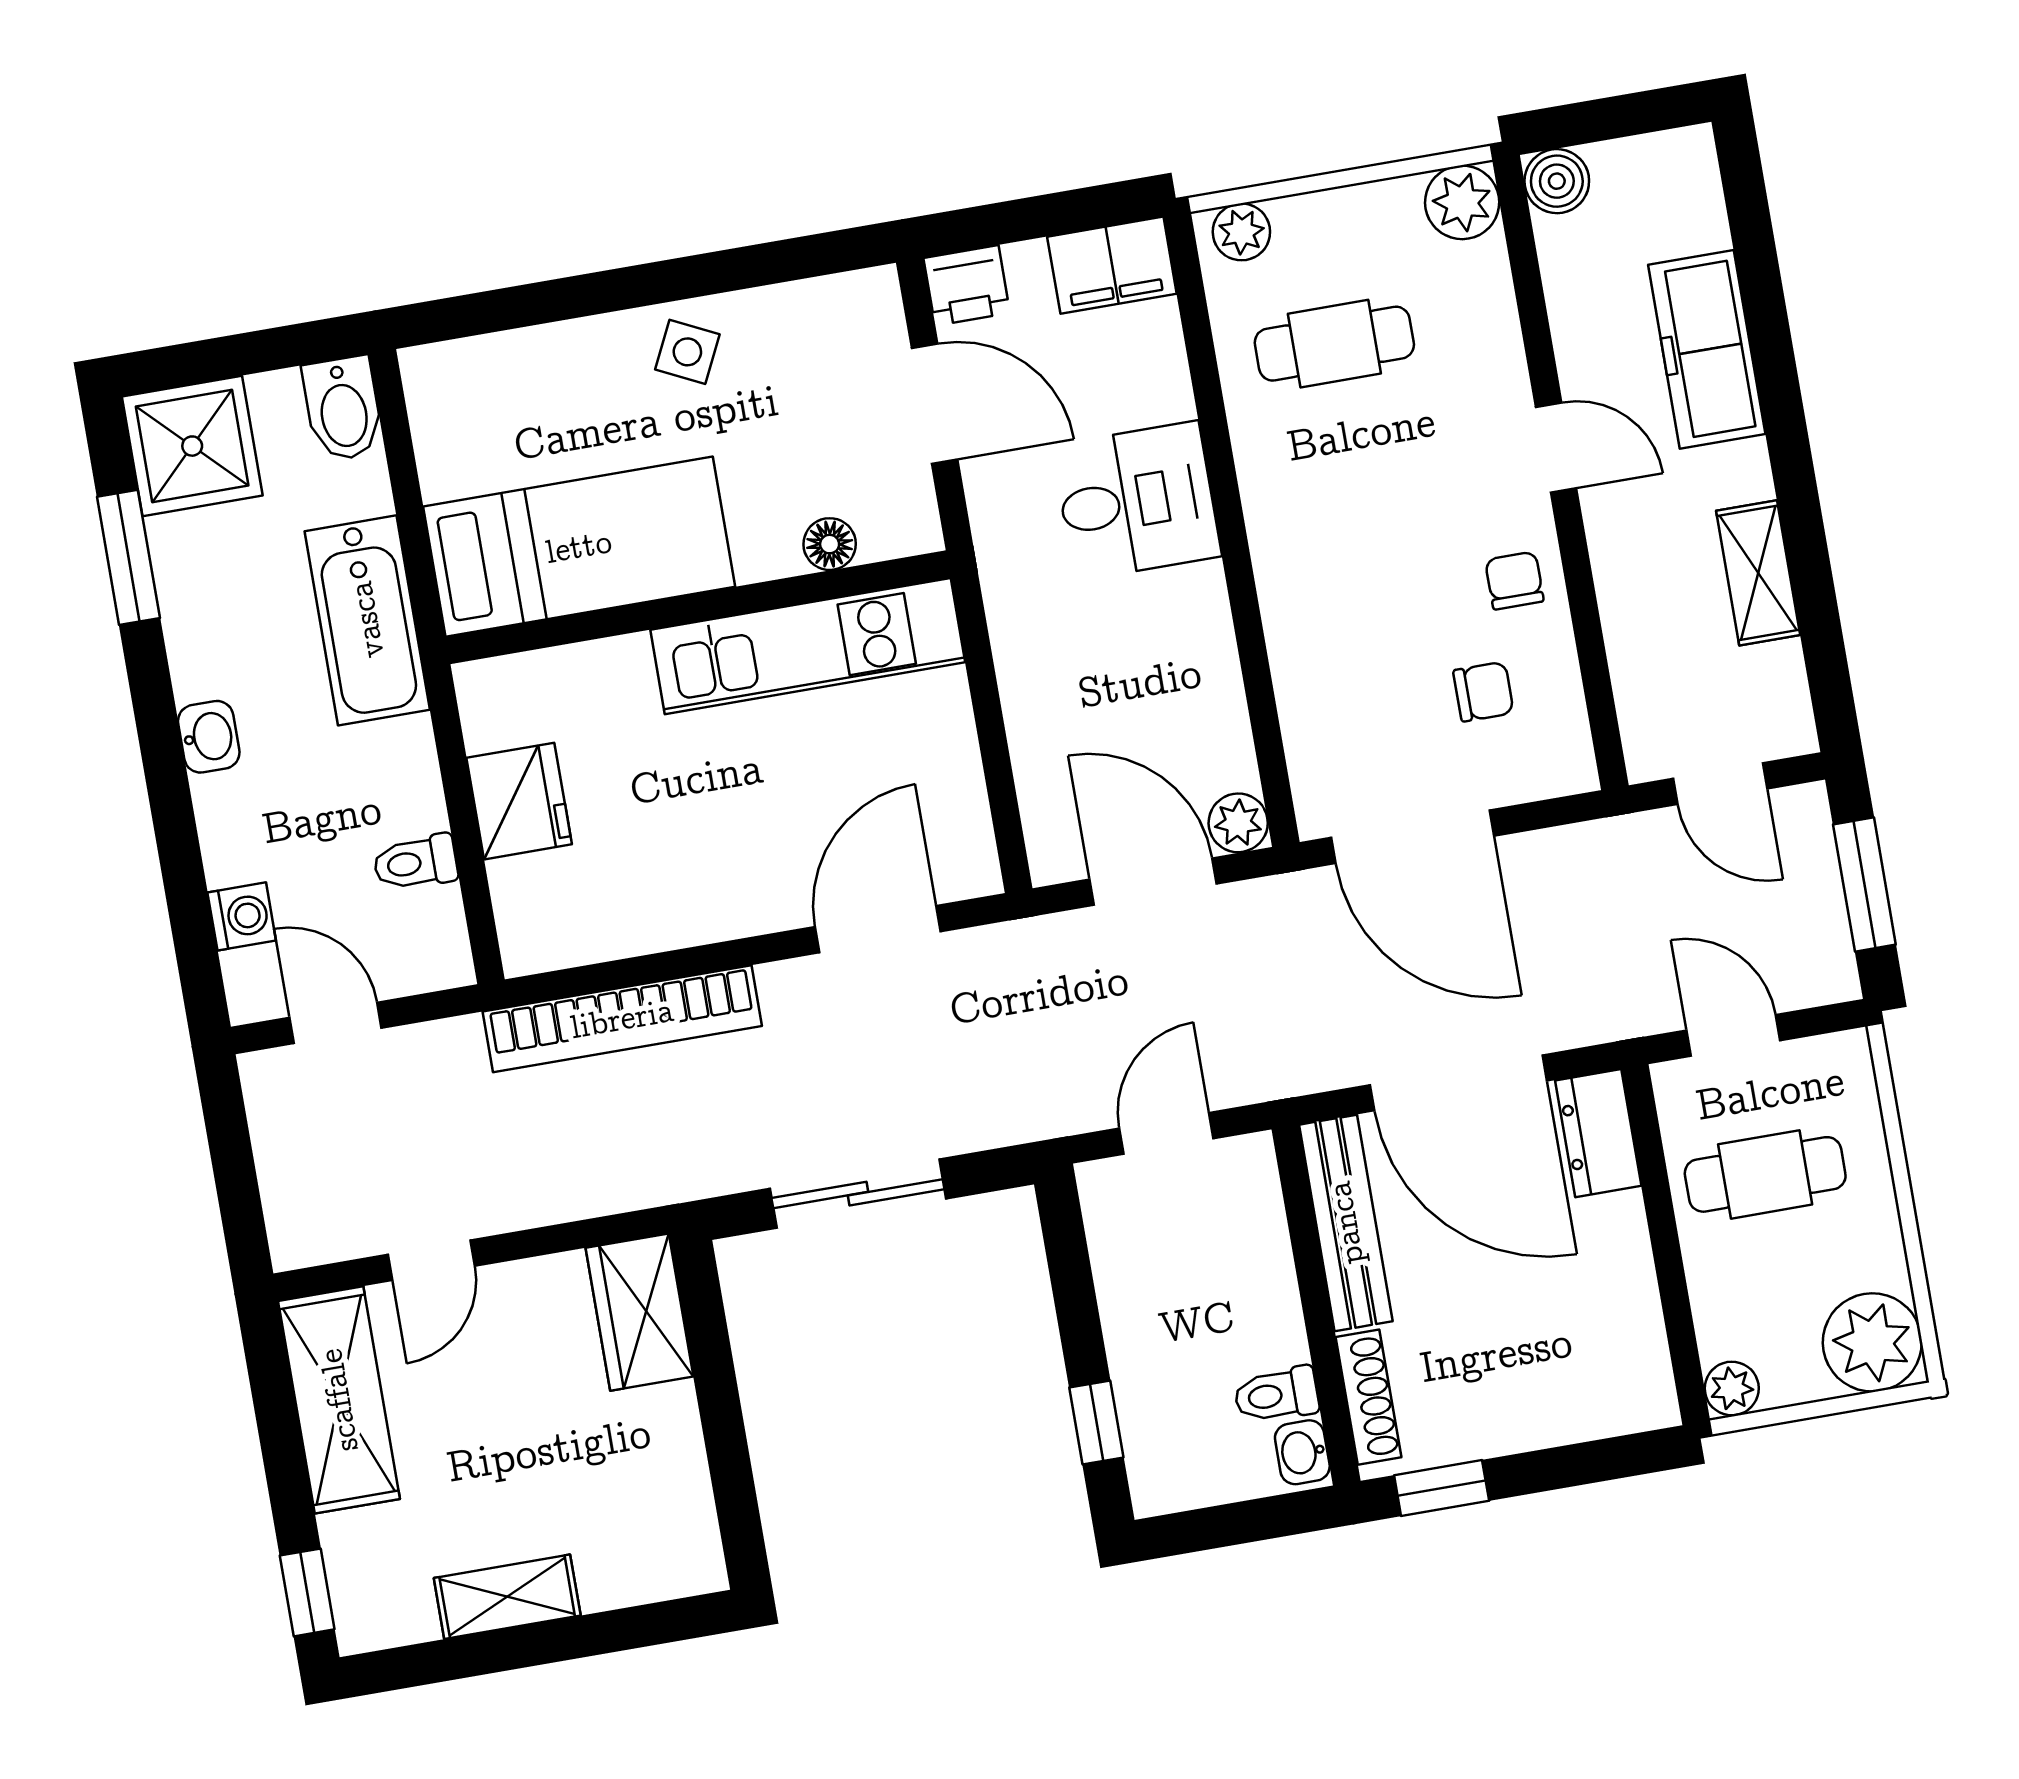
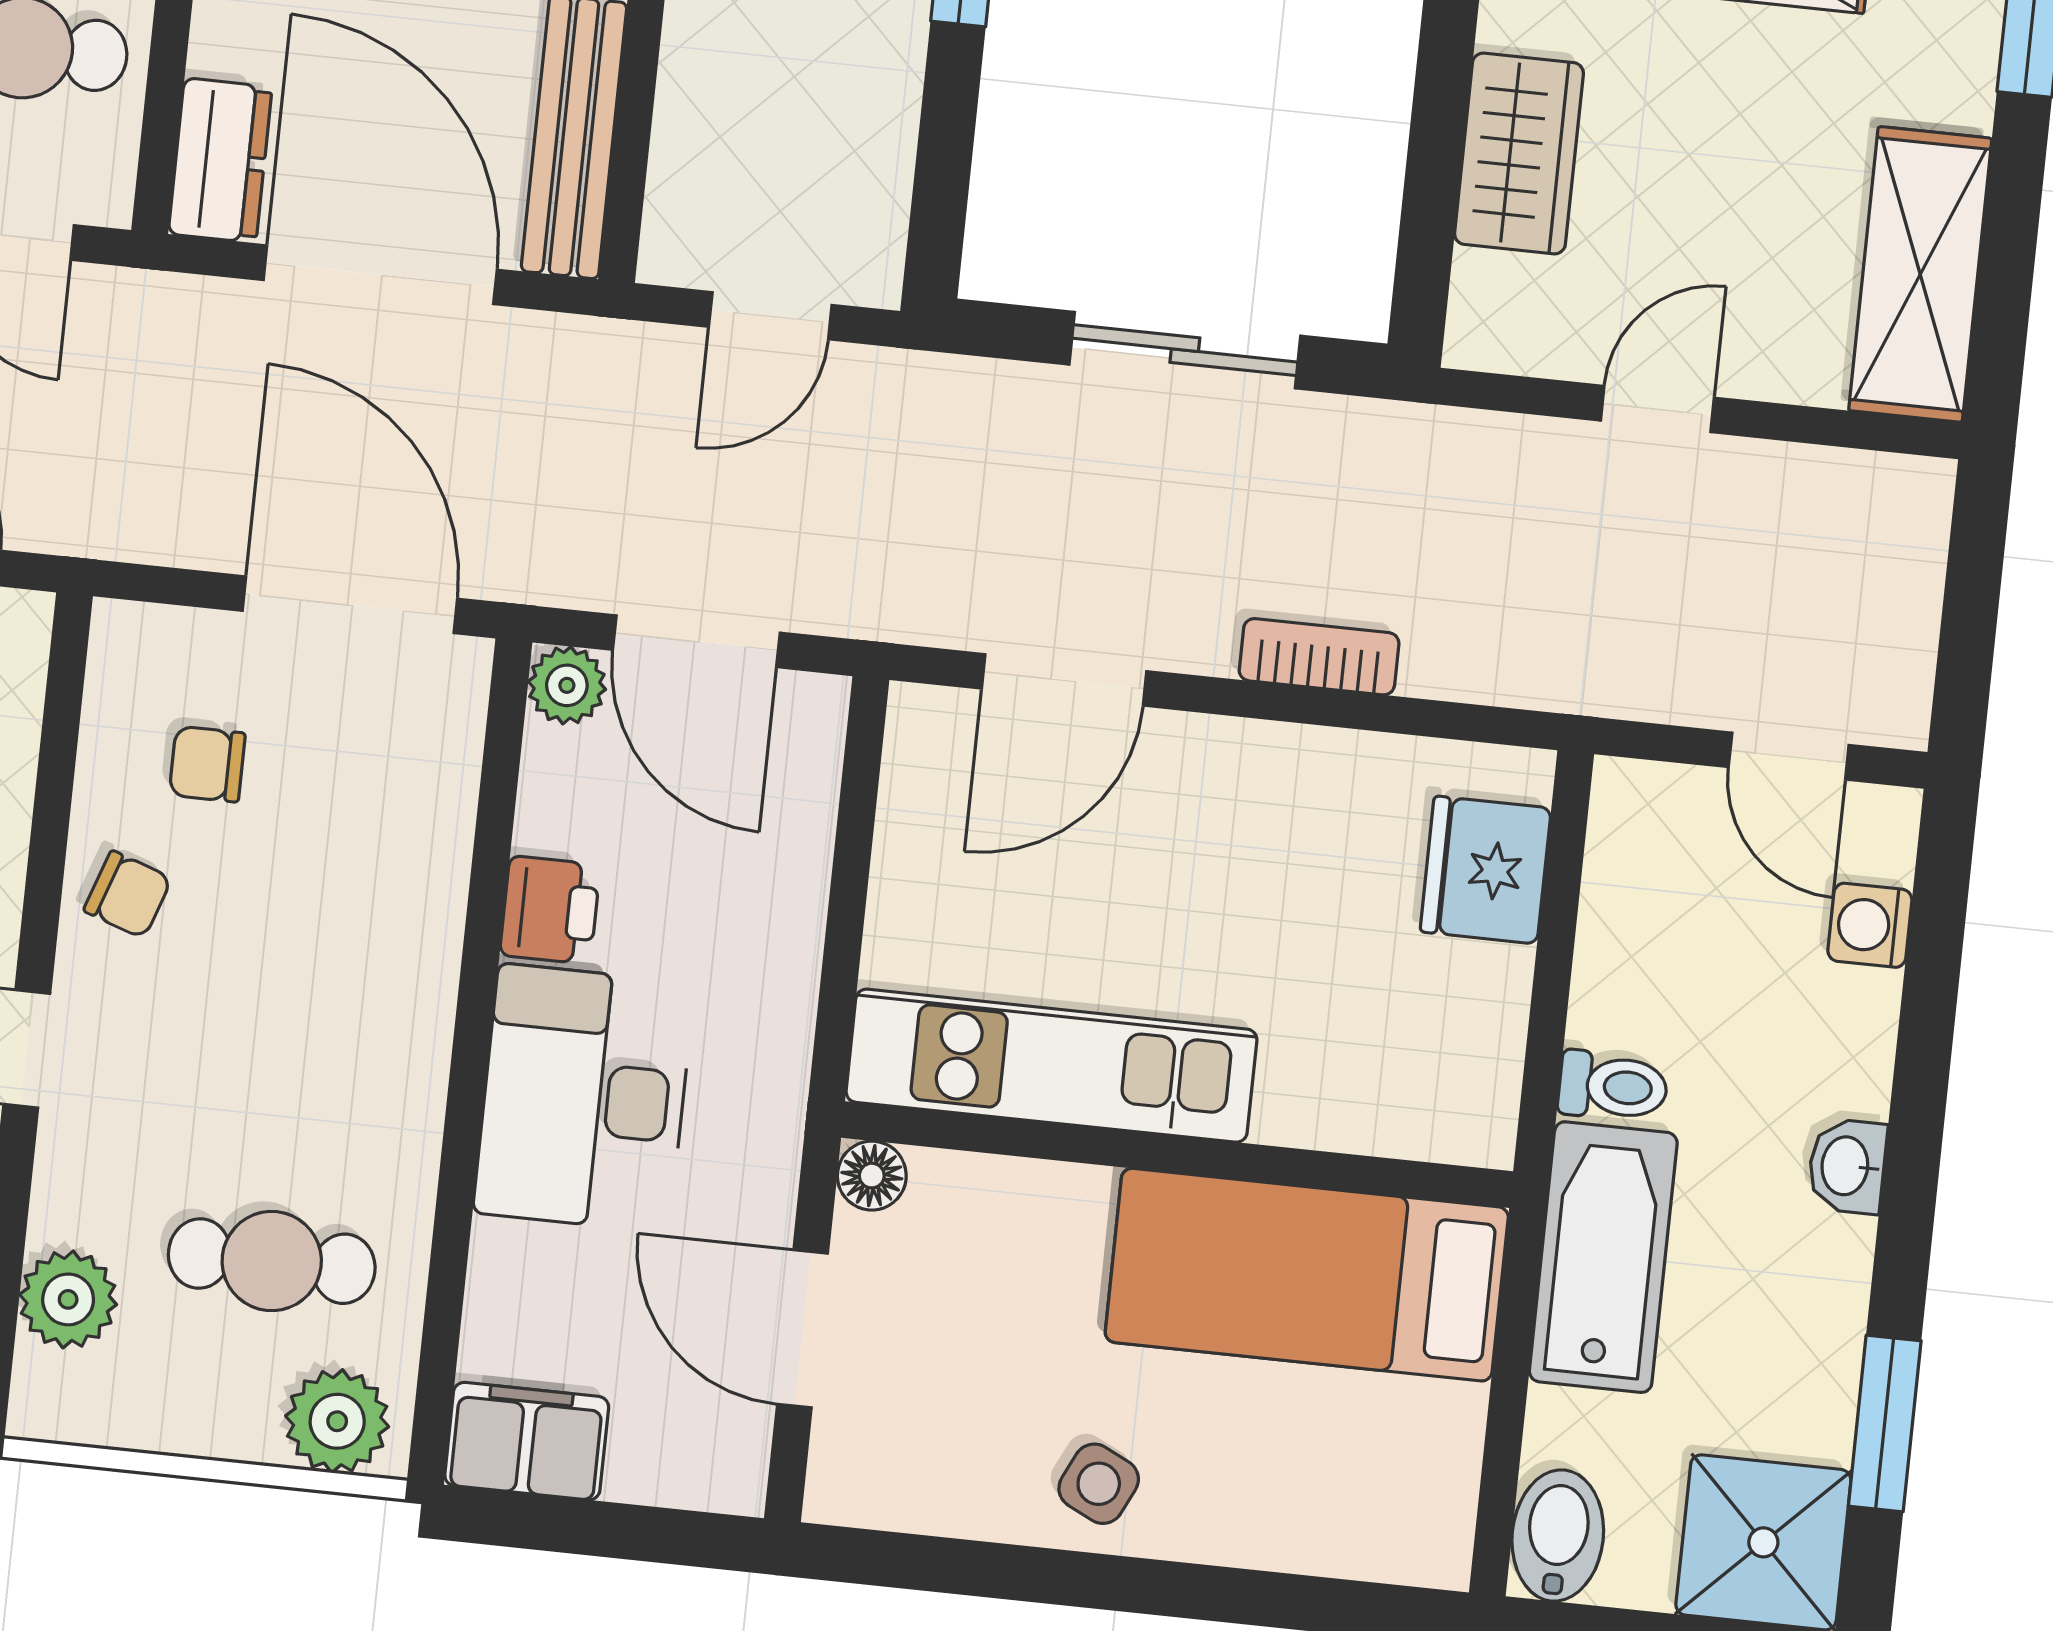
plant: (1462, 202) -> (68, 1299), moved
plant: (1241, 232) -> (337, 1421), width x1.38, depth x1.38
printer: (967, 285) -> (550, 910), moved, turned 90
desk: (1137, 501) -> (584, 1098), width x1.37
floor lamp: (830, 544) -> (872, 1176), moved
chair: (1514, 581) -> (128, 894), turned -71
fridge: (519, 801) -> (1486, 870), moved
toilet: (415, 863) -> (1613, 1086), moved
bookcase: (622, 1019) -> (1319, 657), width x0.43, depth x0.76
door: (431, 1260) -> (1657, 409), moved
wardrobe: (639, 1312) -> (1519, 153), moved

